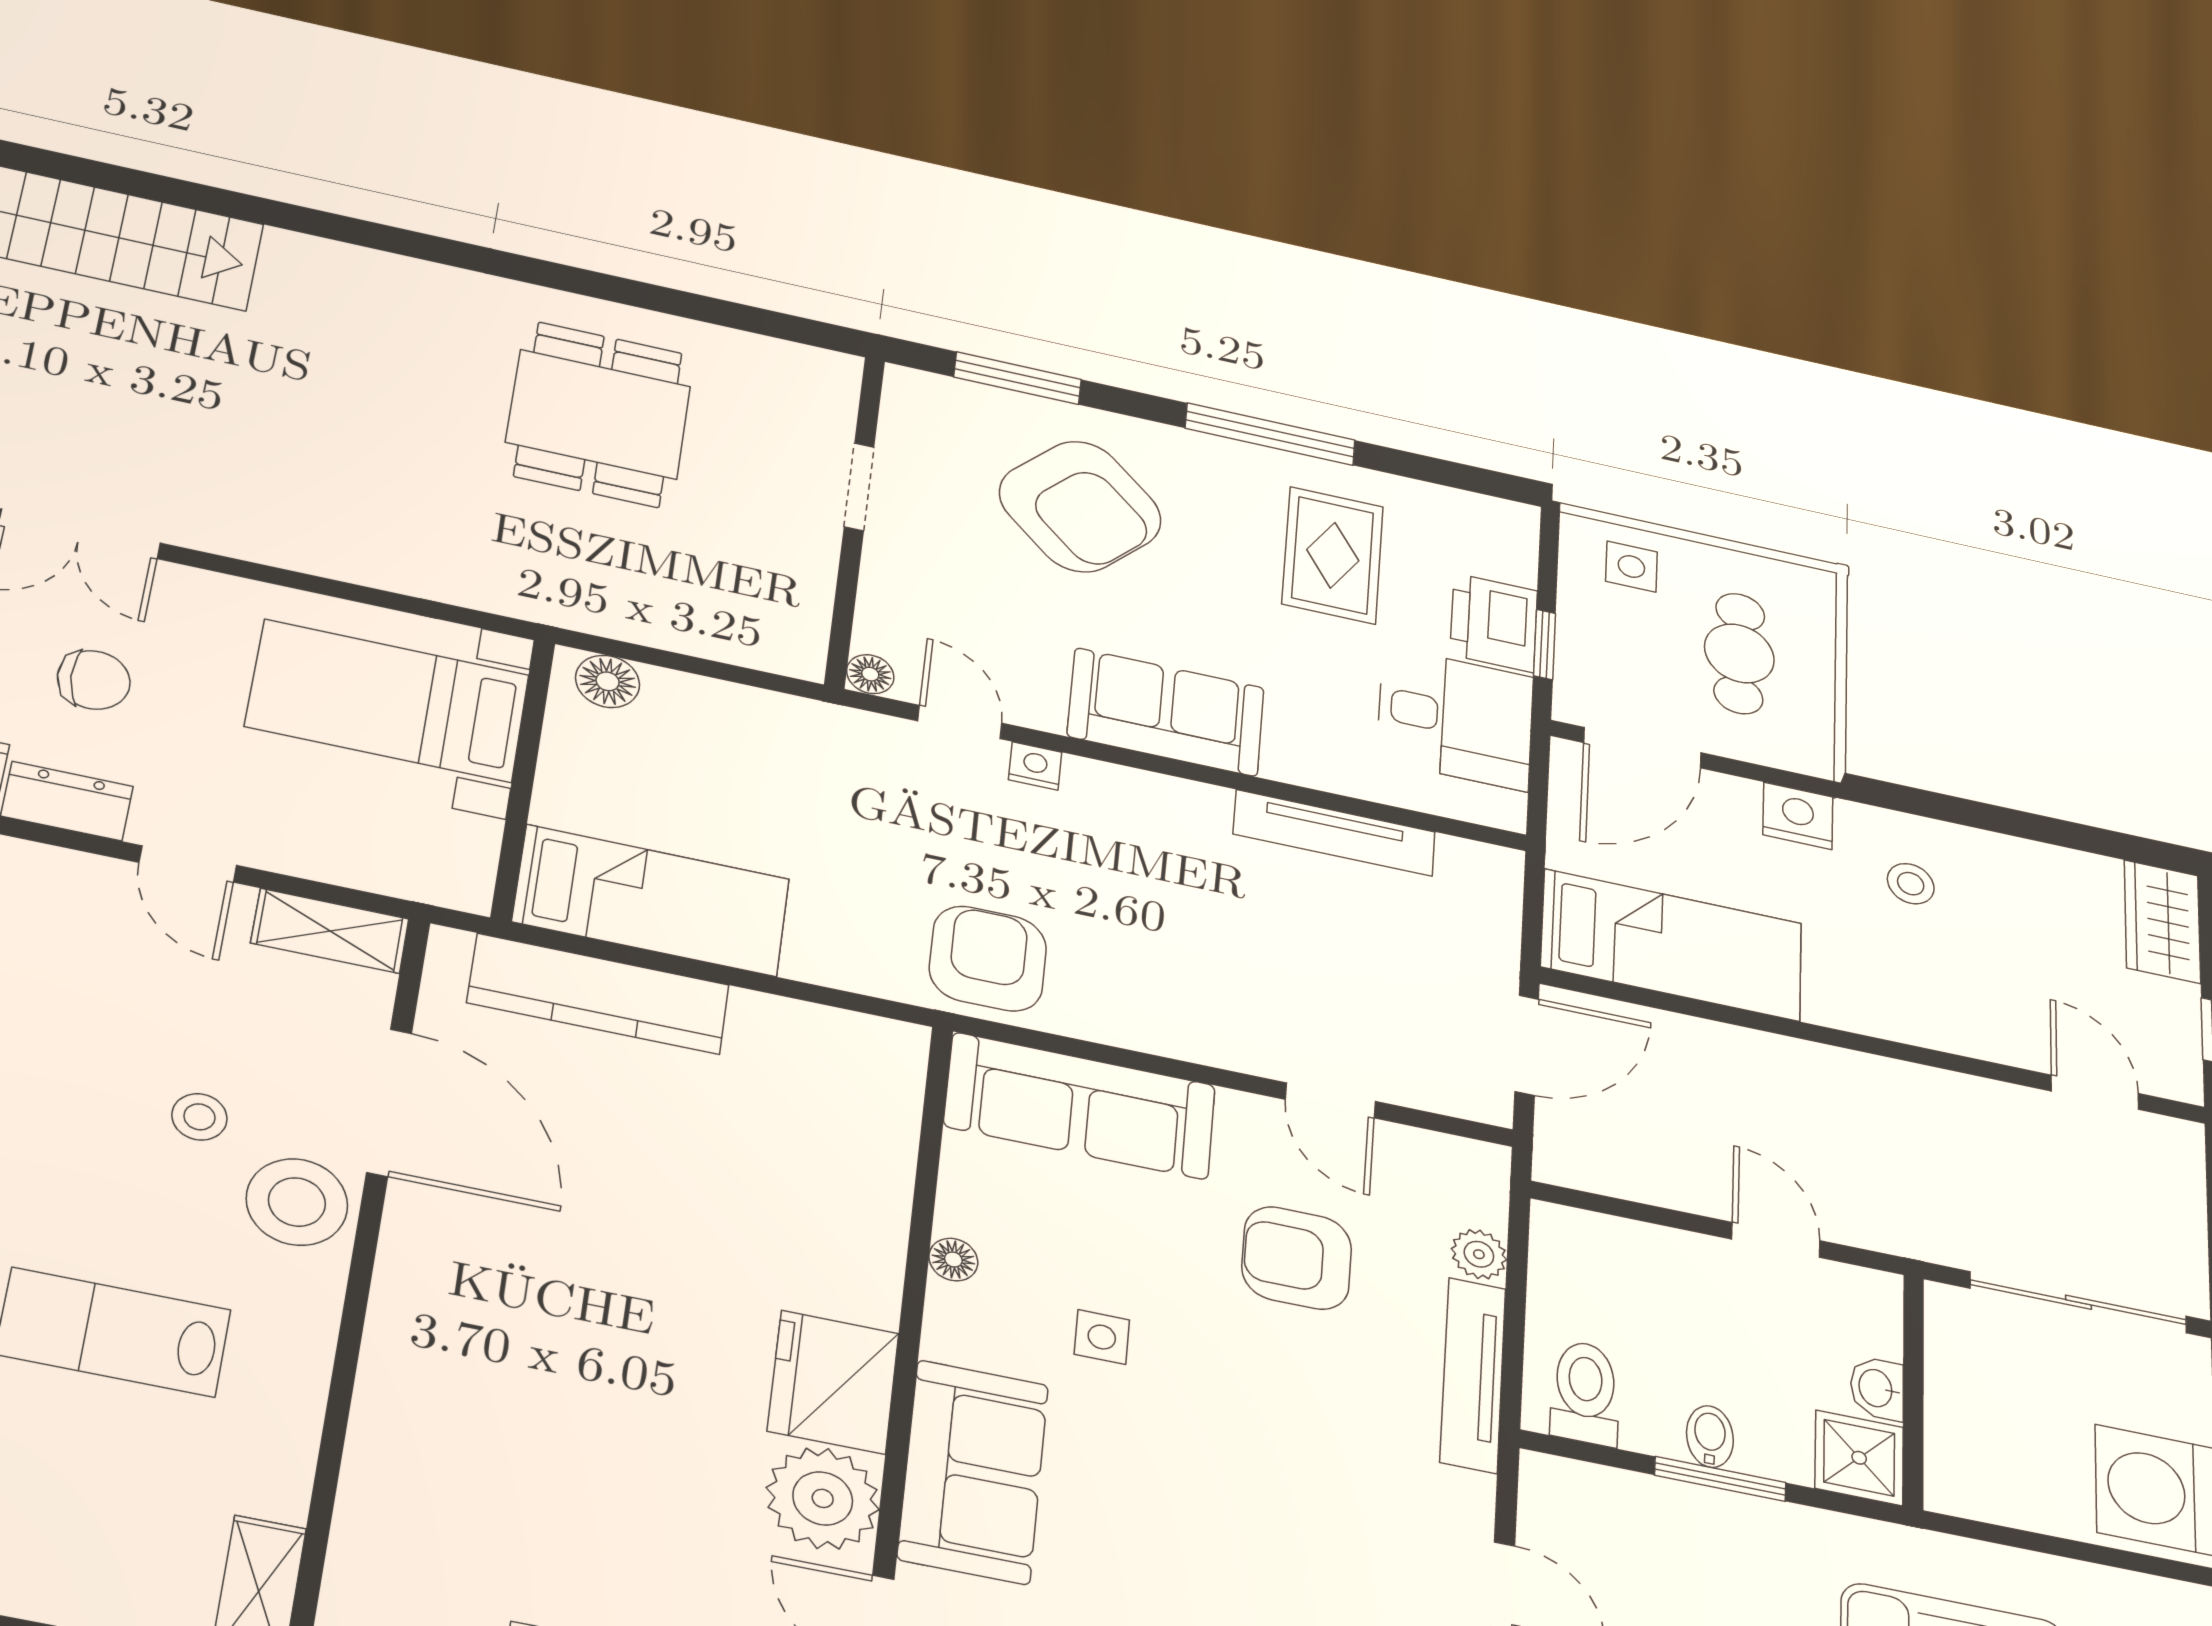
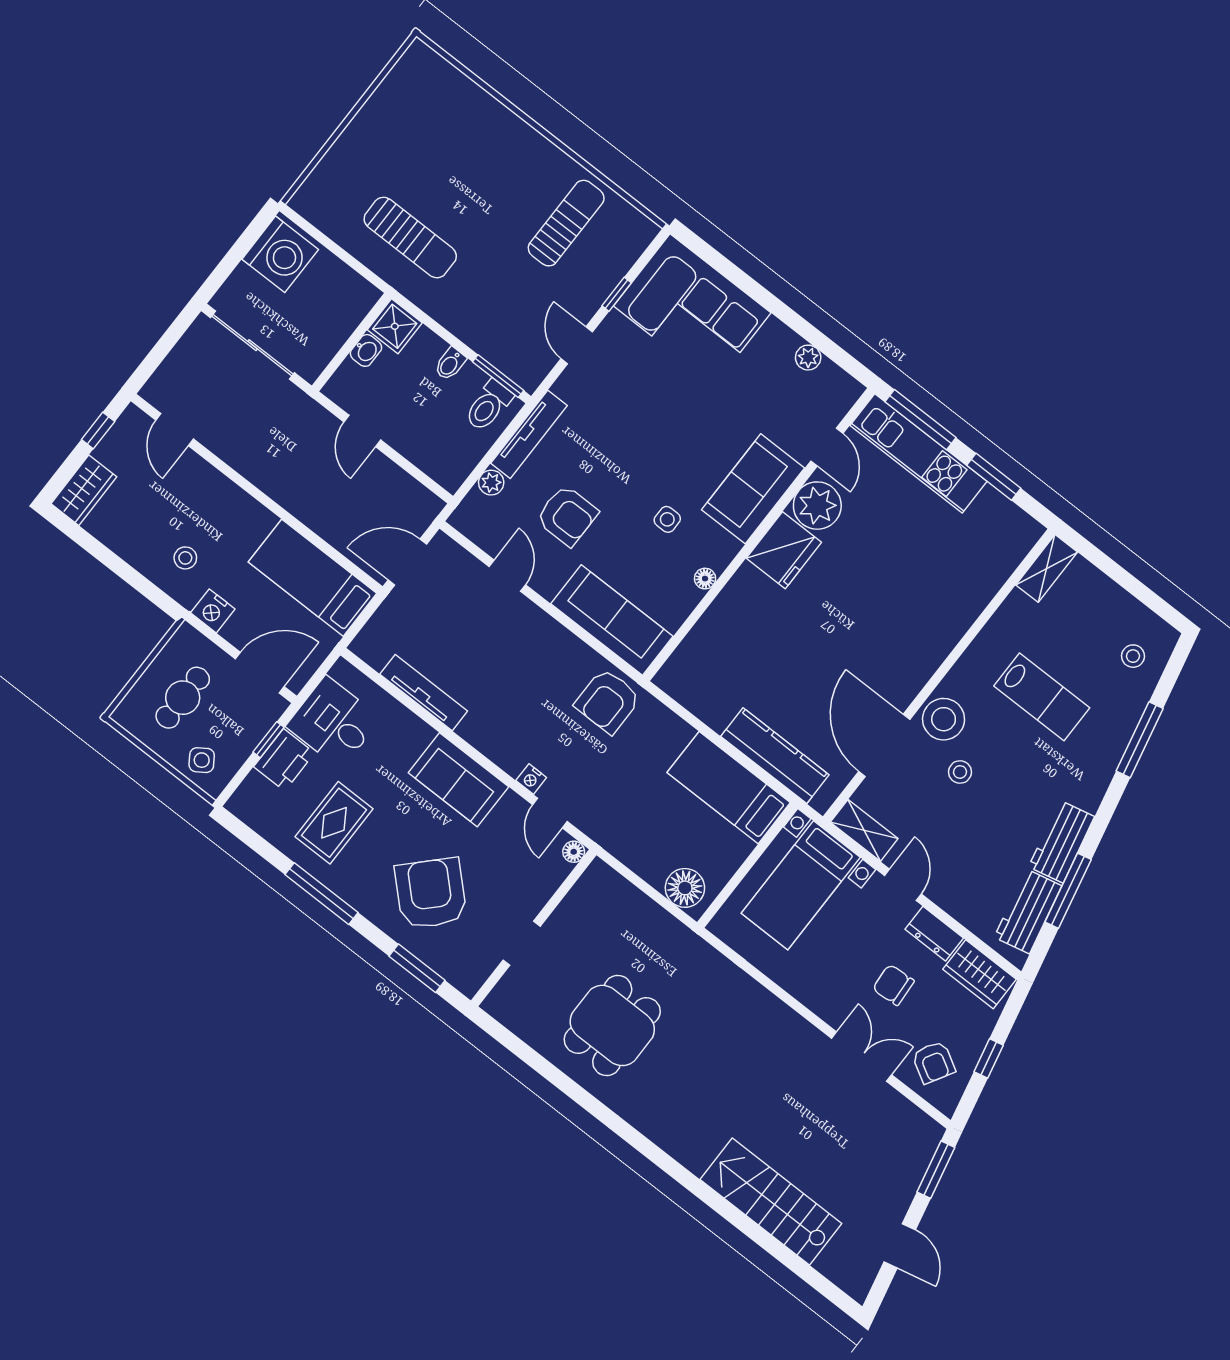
side table: (1631, 567) -> (202, 760), turned -34
floor lamp: (608, 681) -> (685, 888), width x1.38, depth x1.38
bed with nightstands: (388, 701) -> (801, 885), moved, turned 90
window: (1720, 1479) -> (498, 376), moved

